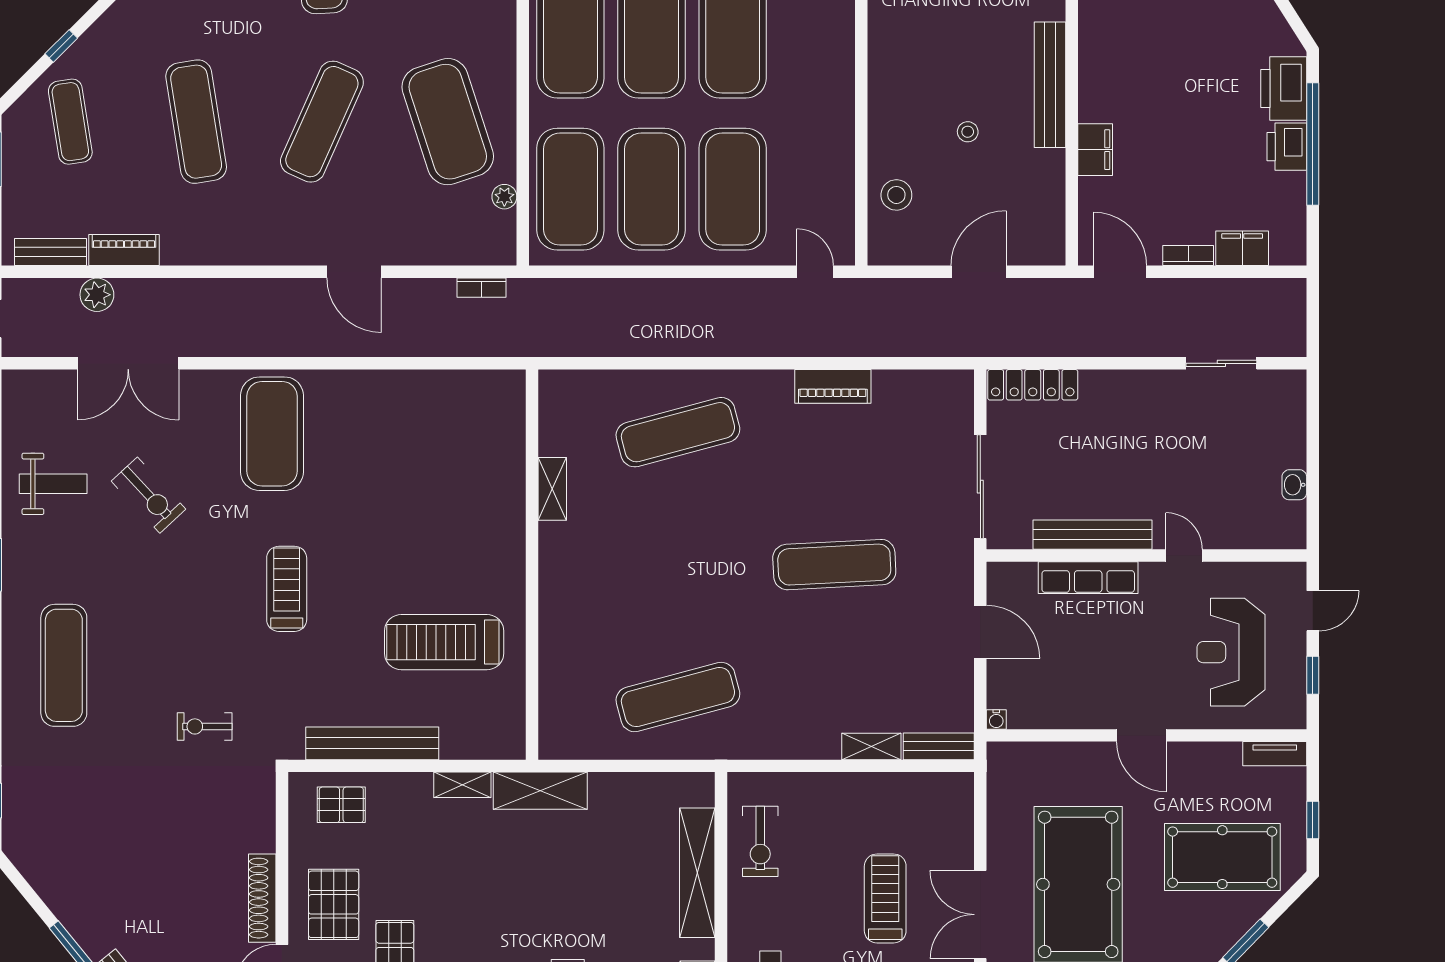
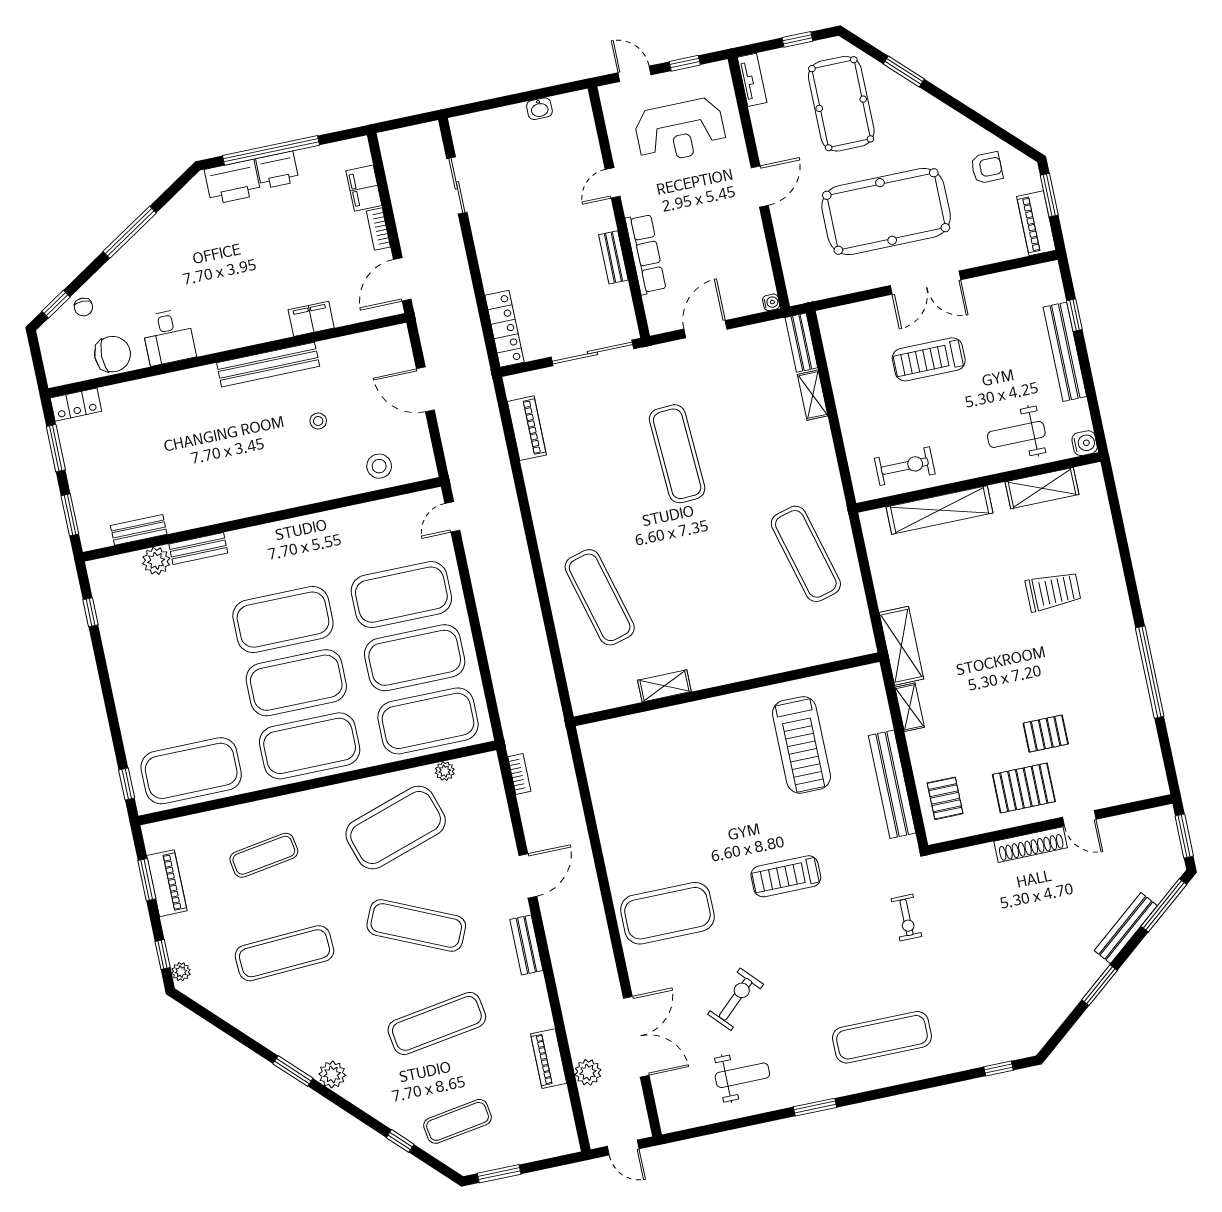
bench: (50, 252) -> (526, 945), moved
piano: (833, 386) -> (527, 428), moved
weight bench: (53, 484) -> (742, 1075), turned 90
bench: (1092, 535) -> (613, 257), width x0.54, depth x0.82

